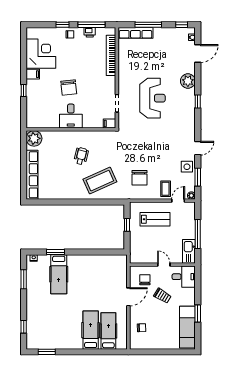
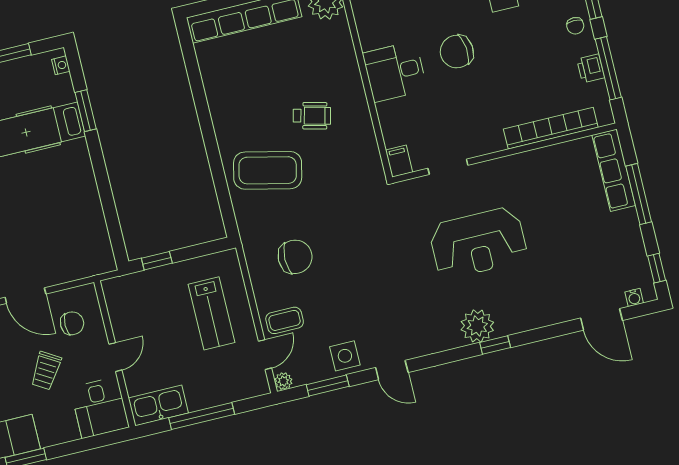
plant: (188, 81) -> (477, 326), moved
chair: (140, 178) -> (295, 257), turned 180
coffee table: (100, 181) -> (268, 170), turned -53
door: (178, 201) -> (265, 355), hinge flipped
window: (127, 225) -> (157, 261), moved

